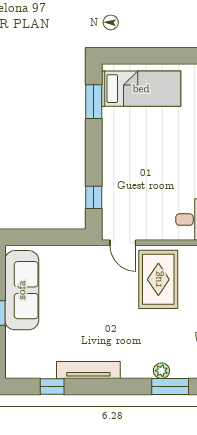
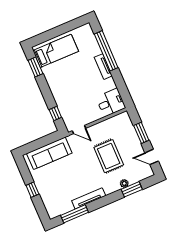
rug: (158, 279) -> (109, 156), moved
sofa: (22, 290) -> (49, 153), moved, turned 90
window: (52, 387) -> (74, 214), width x2.17

